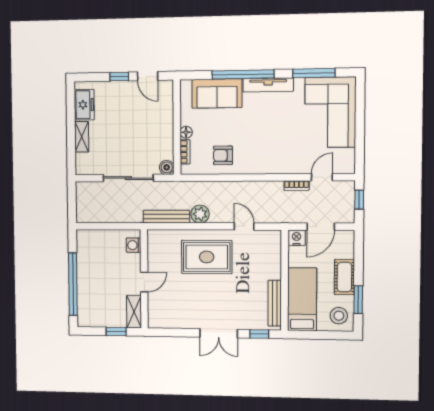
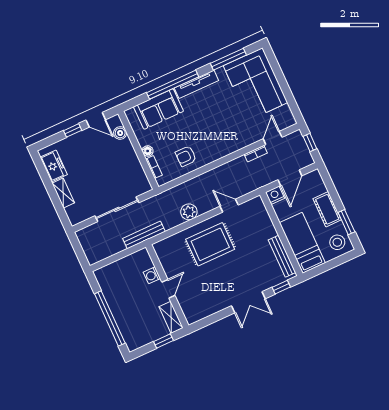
boiler: (167, 167) -> (120, 133), moved
bench: (166, 217) -> (144, 235), moved
washing machine: (134, 245) -> (152, 275), moved

